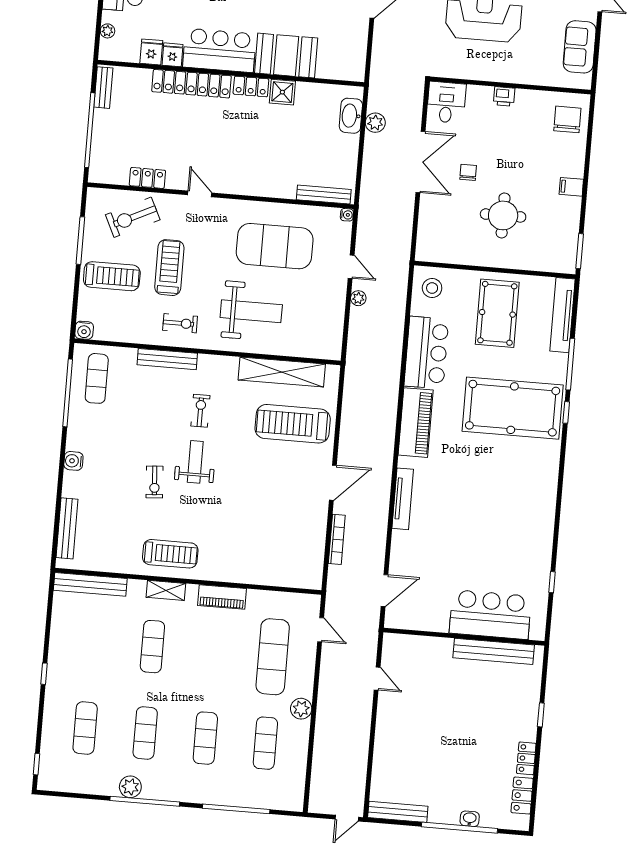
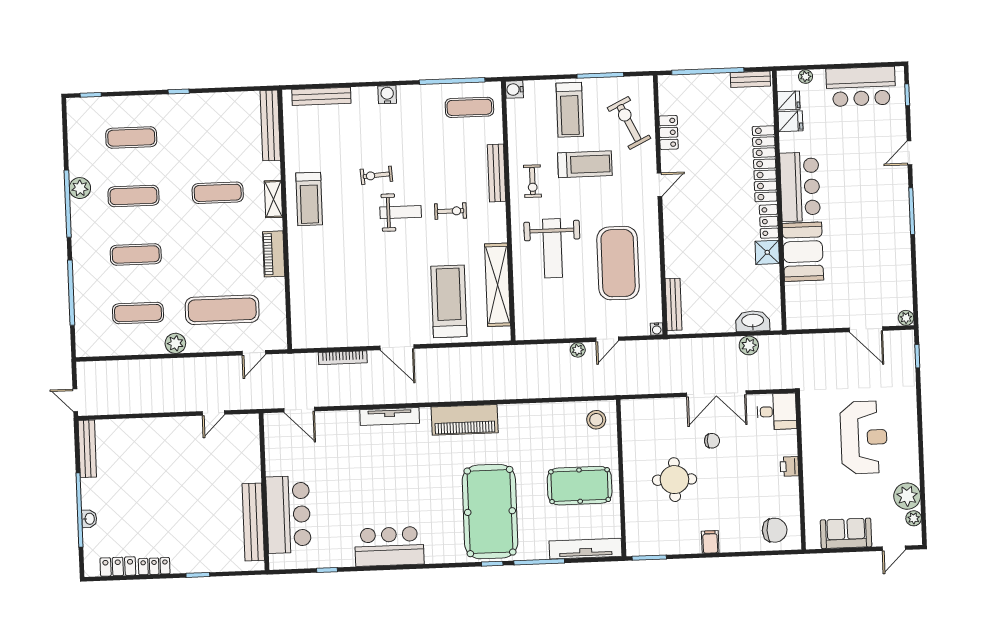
fridge: (172, 55) -> (789, 100), moved
bar counter: (426, 353) -> (389, 546), moved, turned 180

